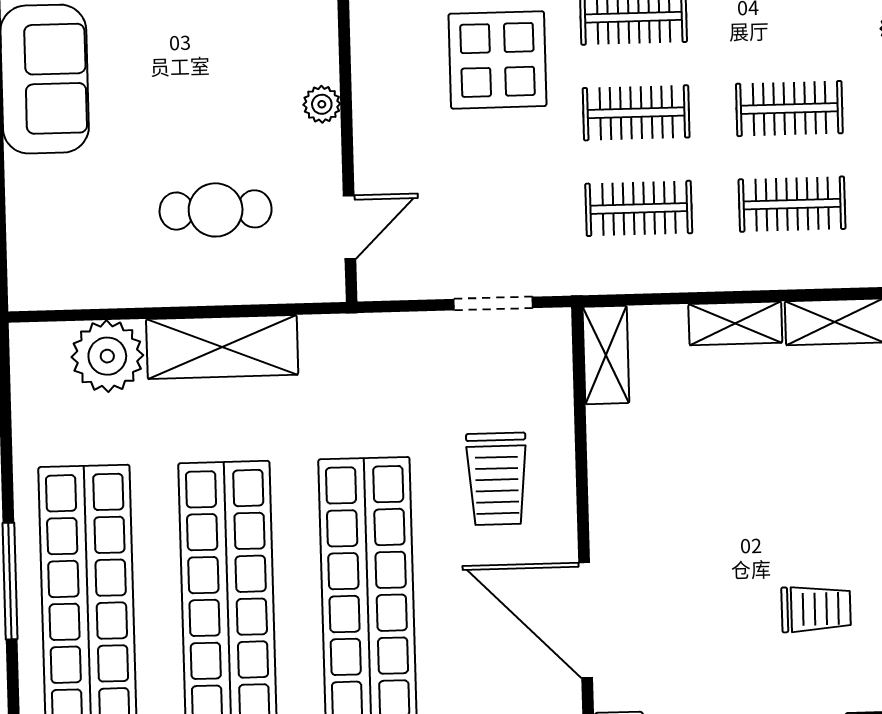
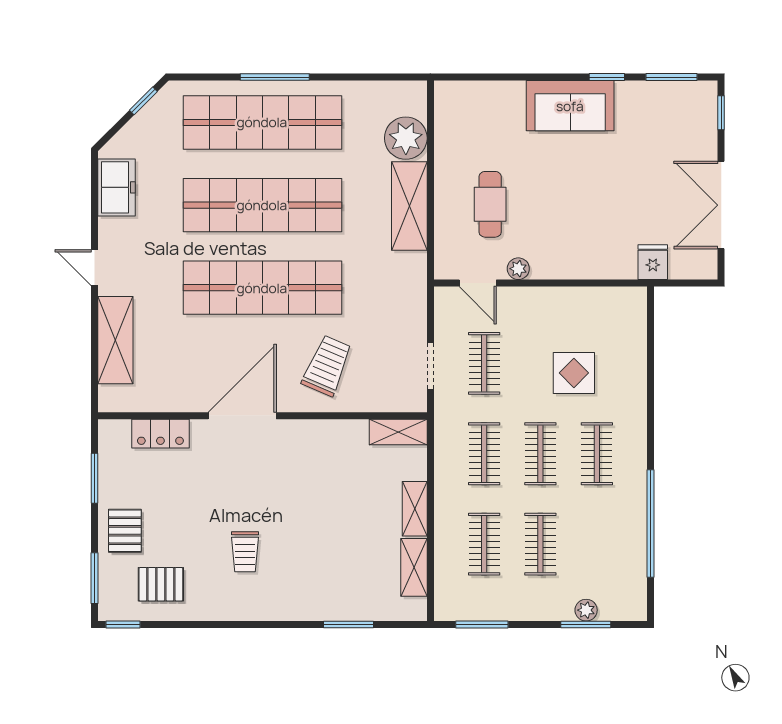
display table: (497, 60) -> (574, 373), width x0.73, depth x0.73
plant: (322, 104) -> (518, 269), moved
clothes rail: (485, 213) -> (484, 363), added
trolley: (497, 479) -> (327, 366), turned 113

